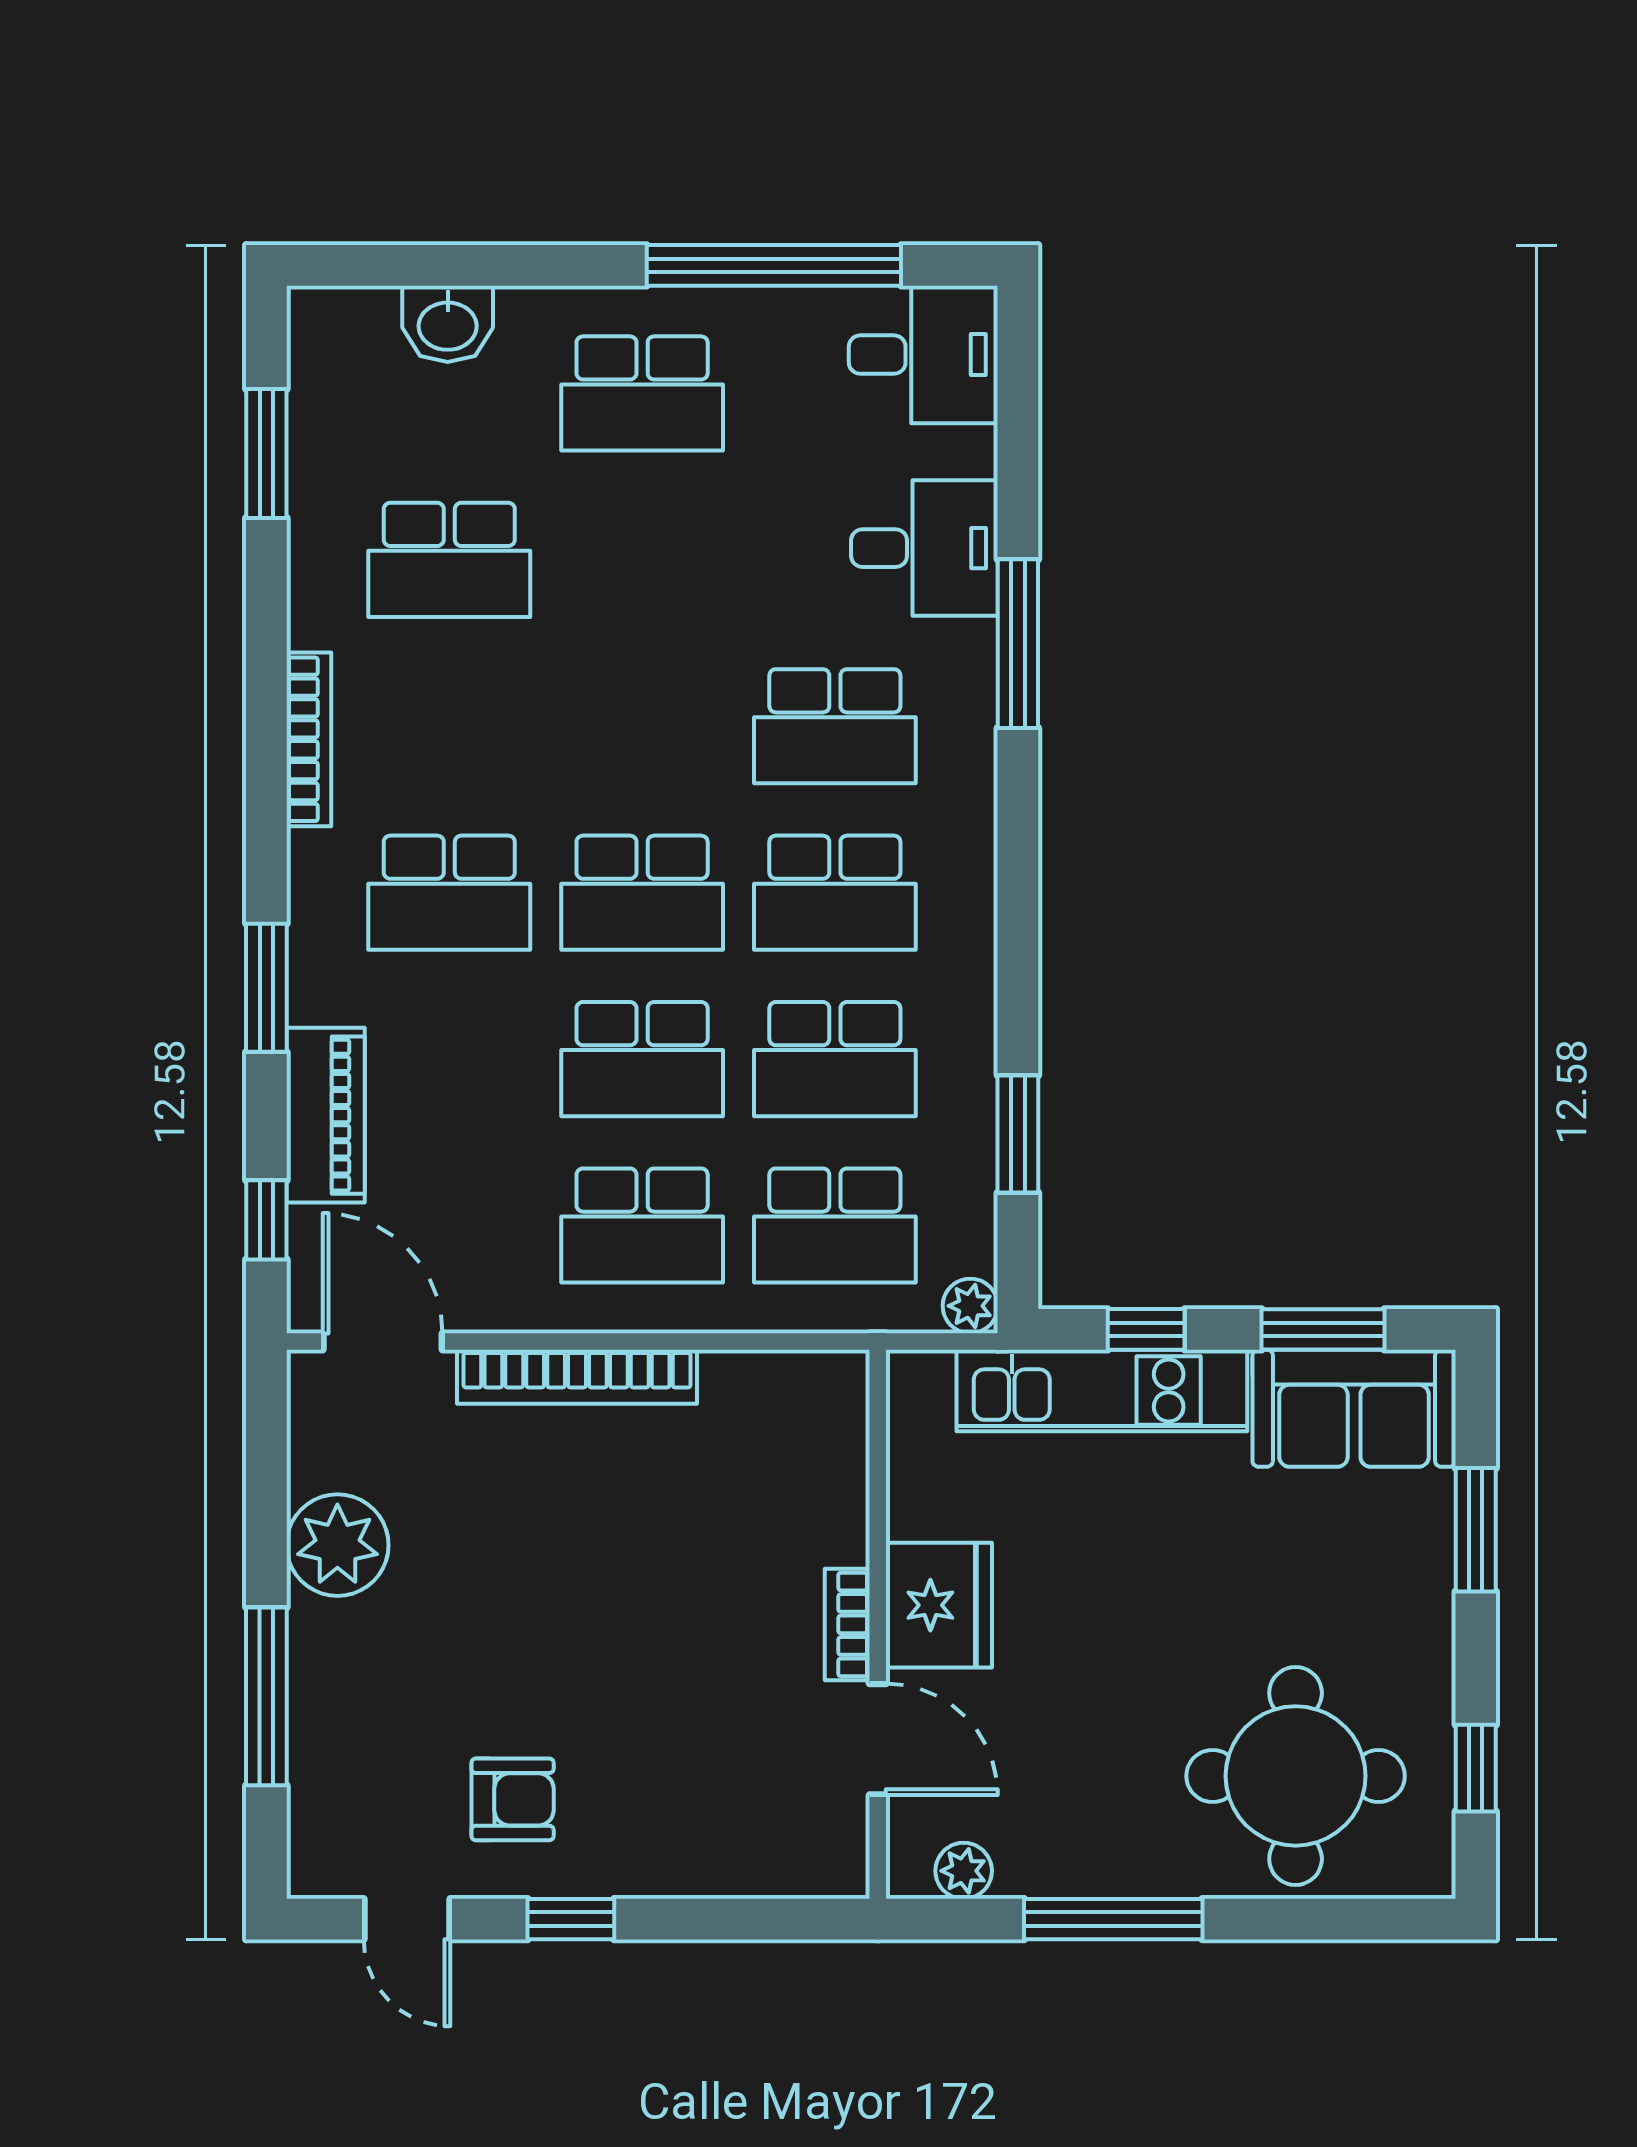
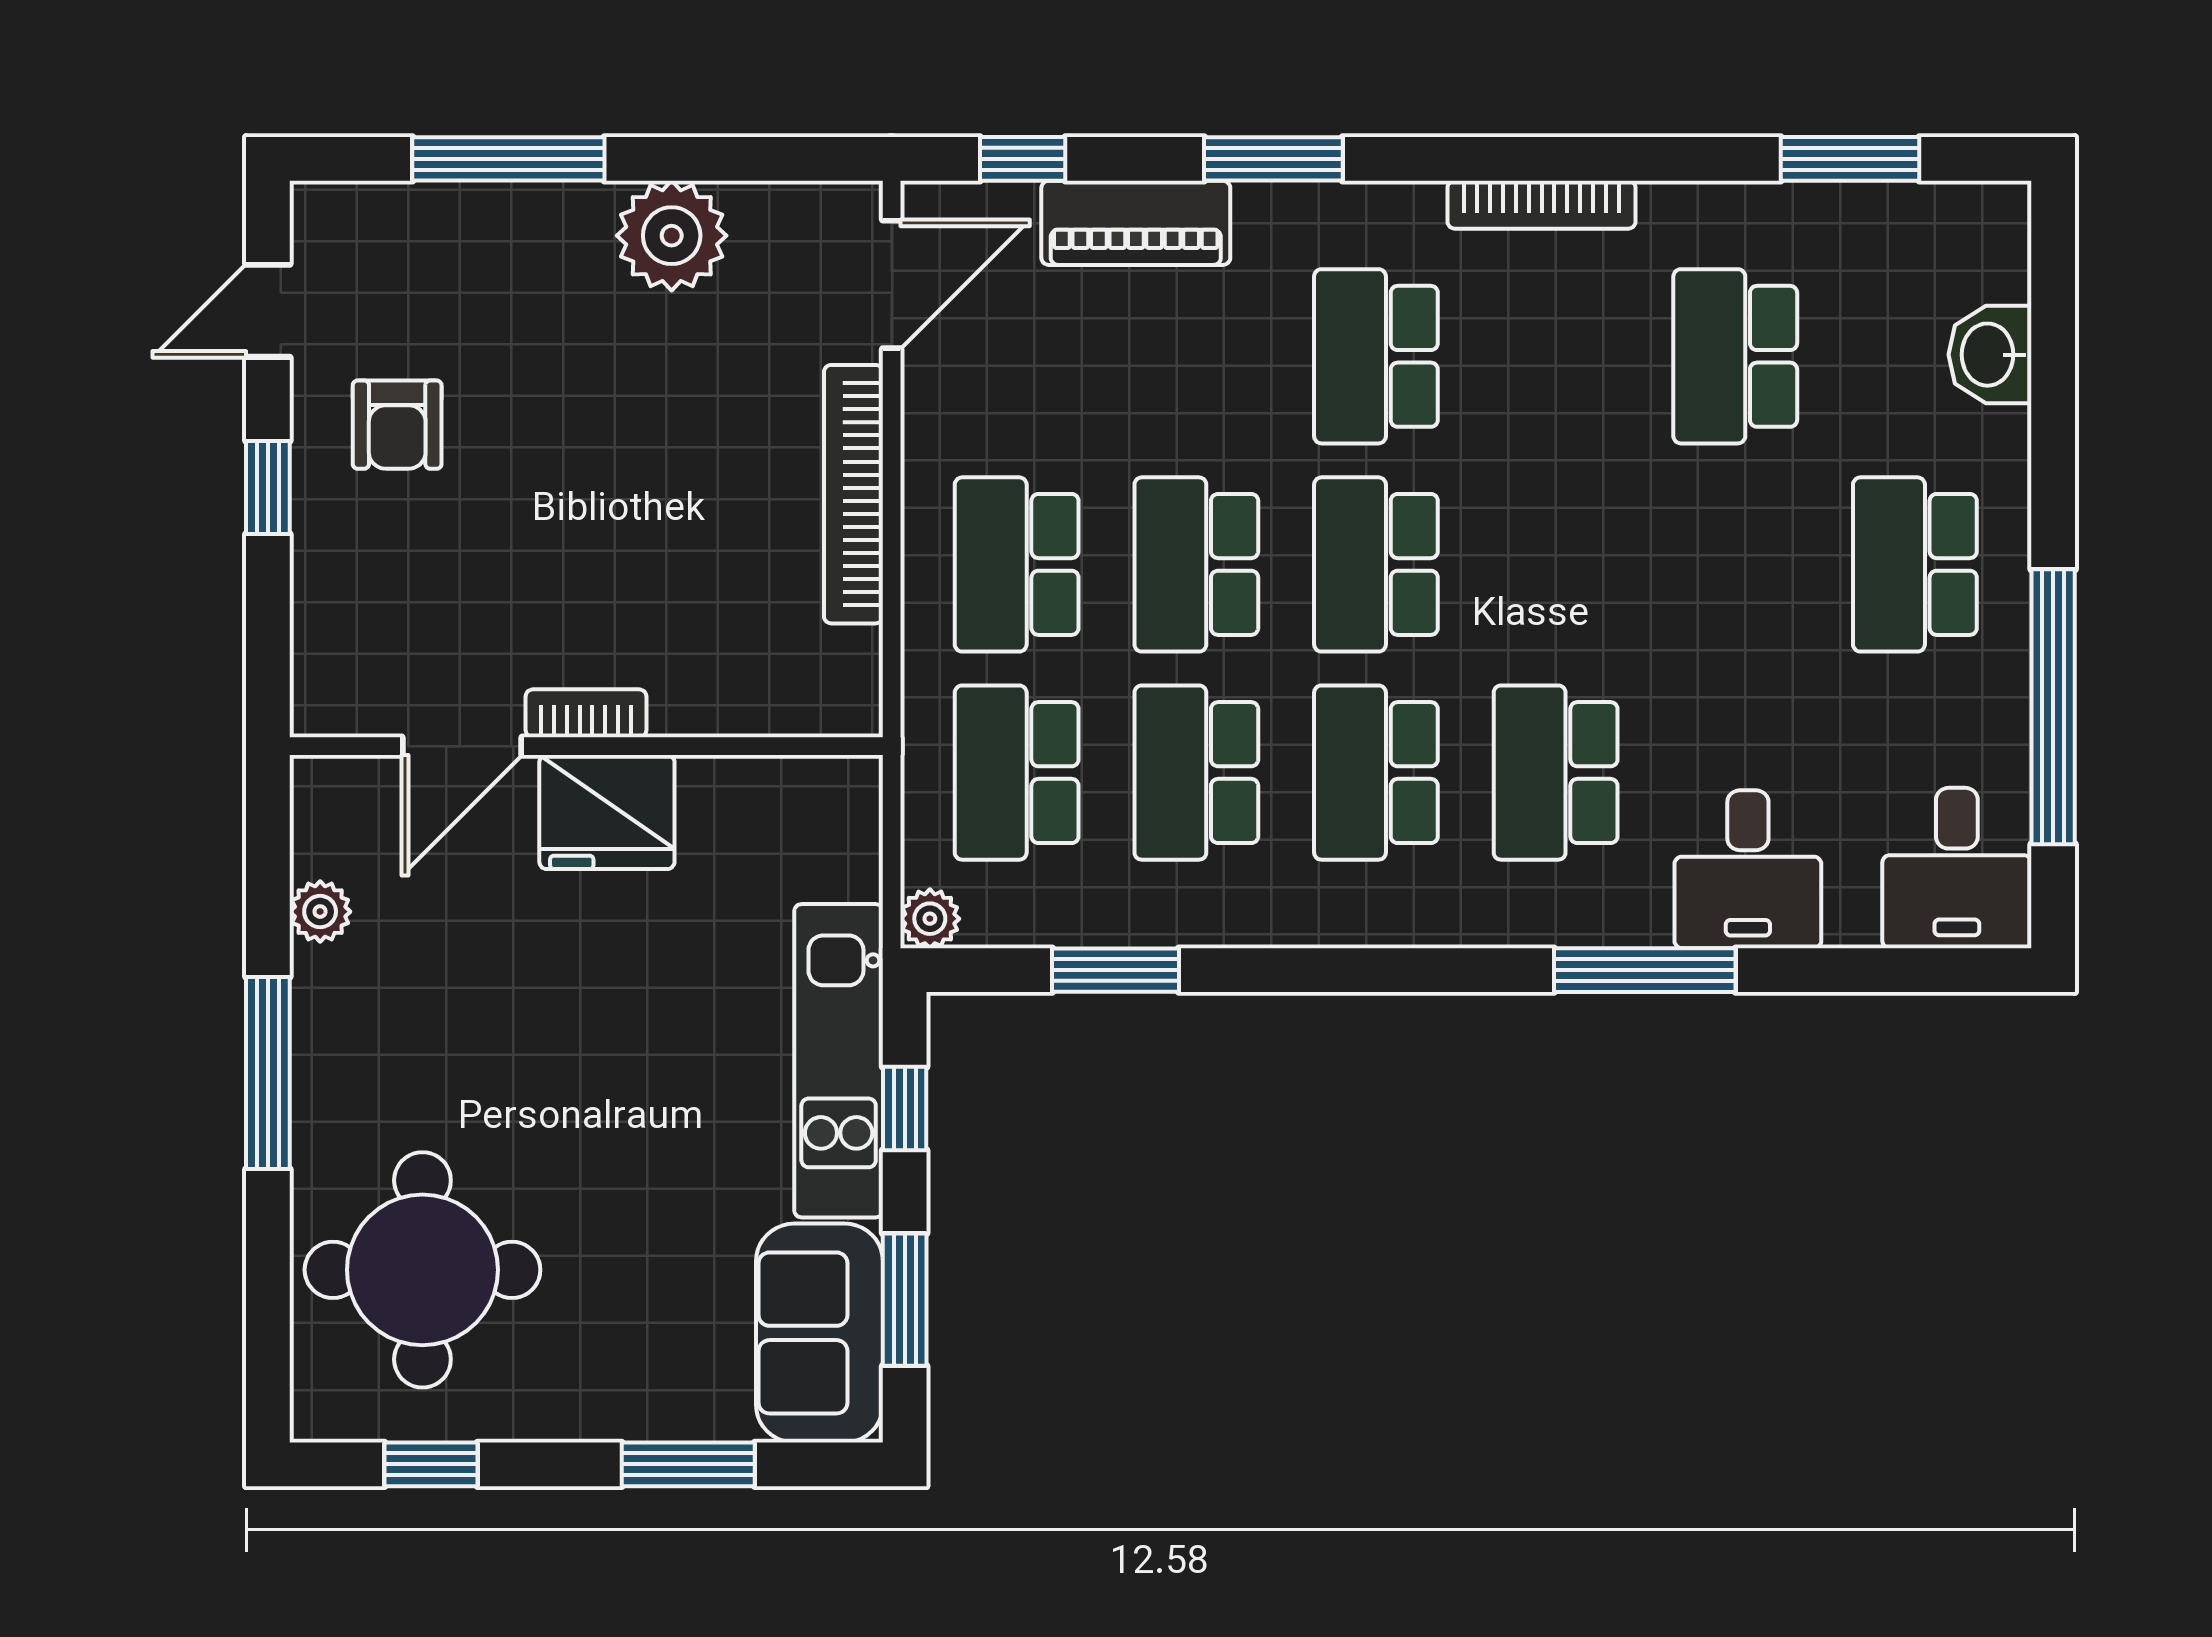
fridge: (939, 1605) -> (607, 812), moved
bookcase: (847, 1624) -> (586, 713), moved
wall: (878, 1624) -> (586, 746), moved
door: (878, 1739) -> (462, 746), moved

